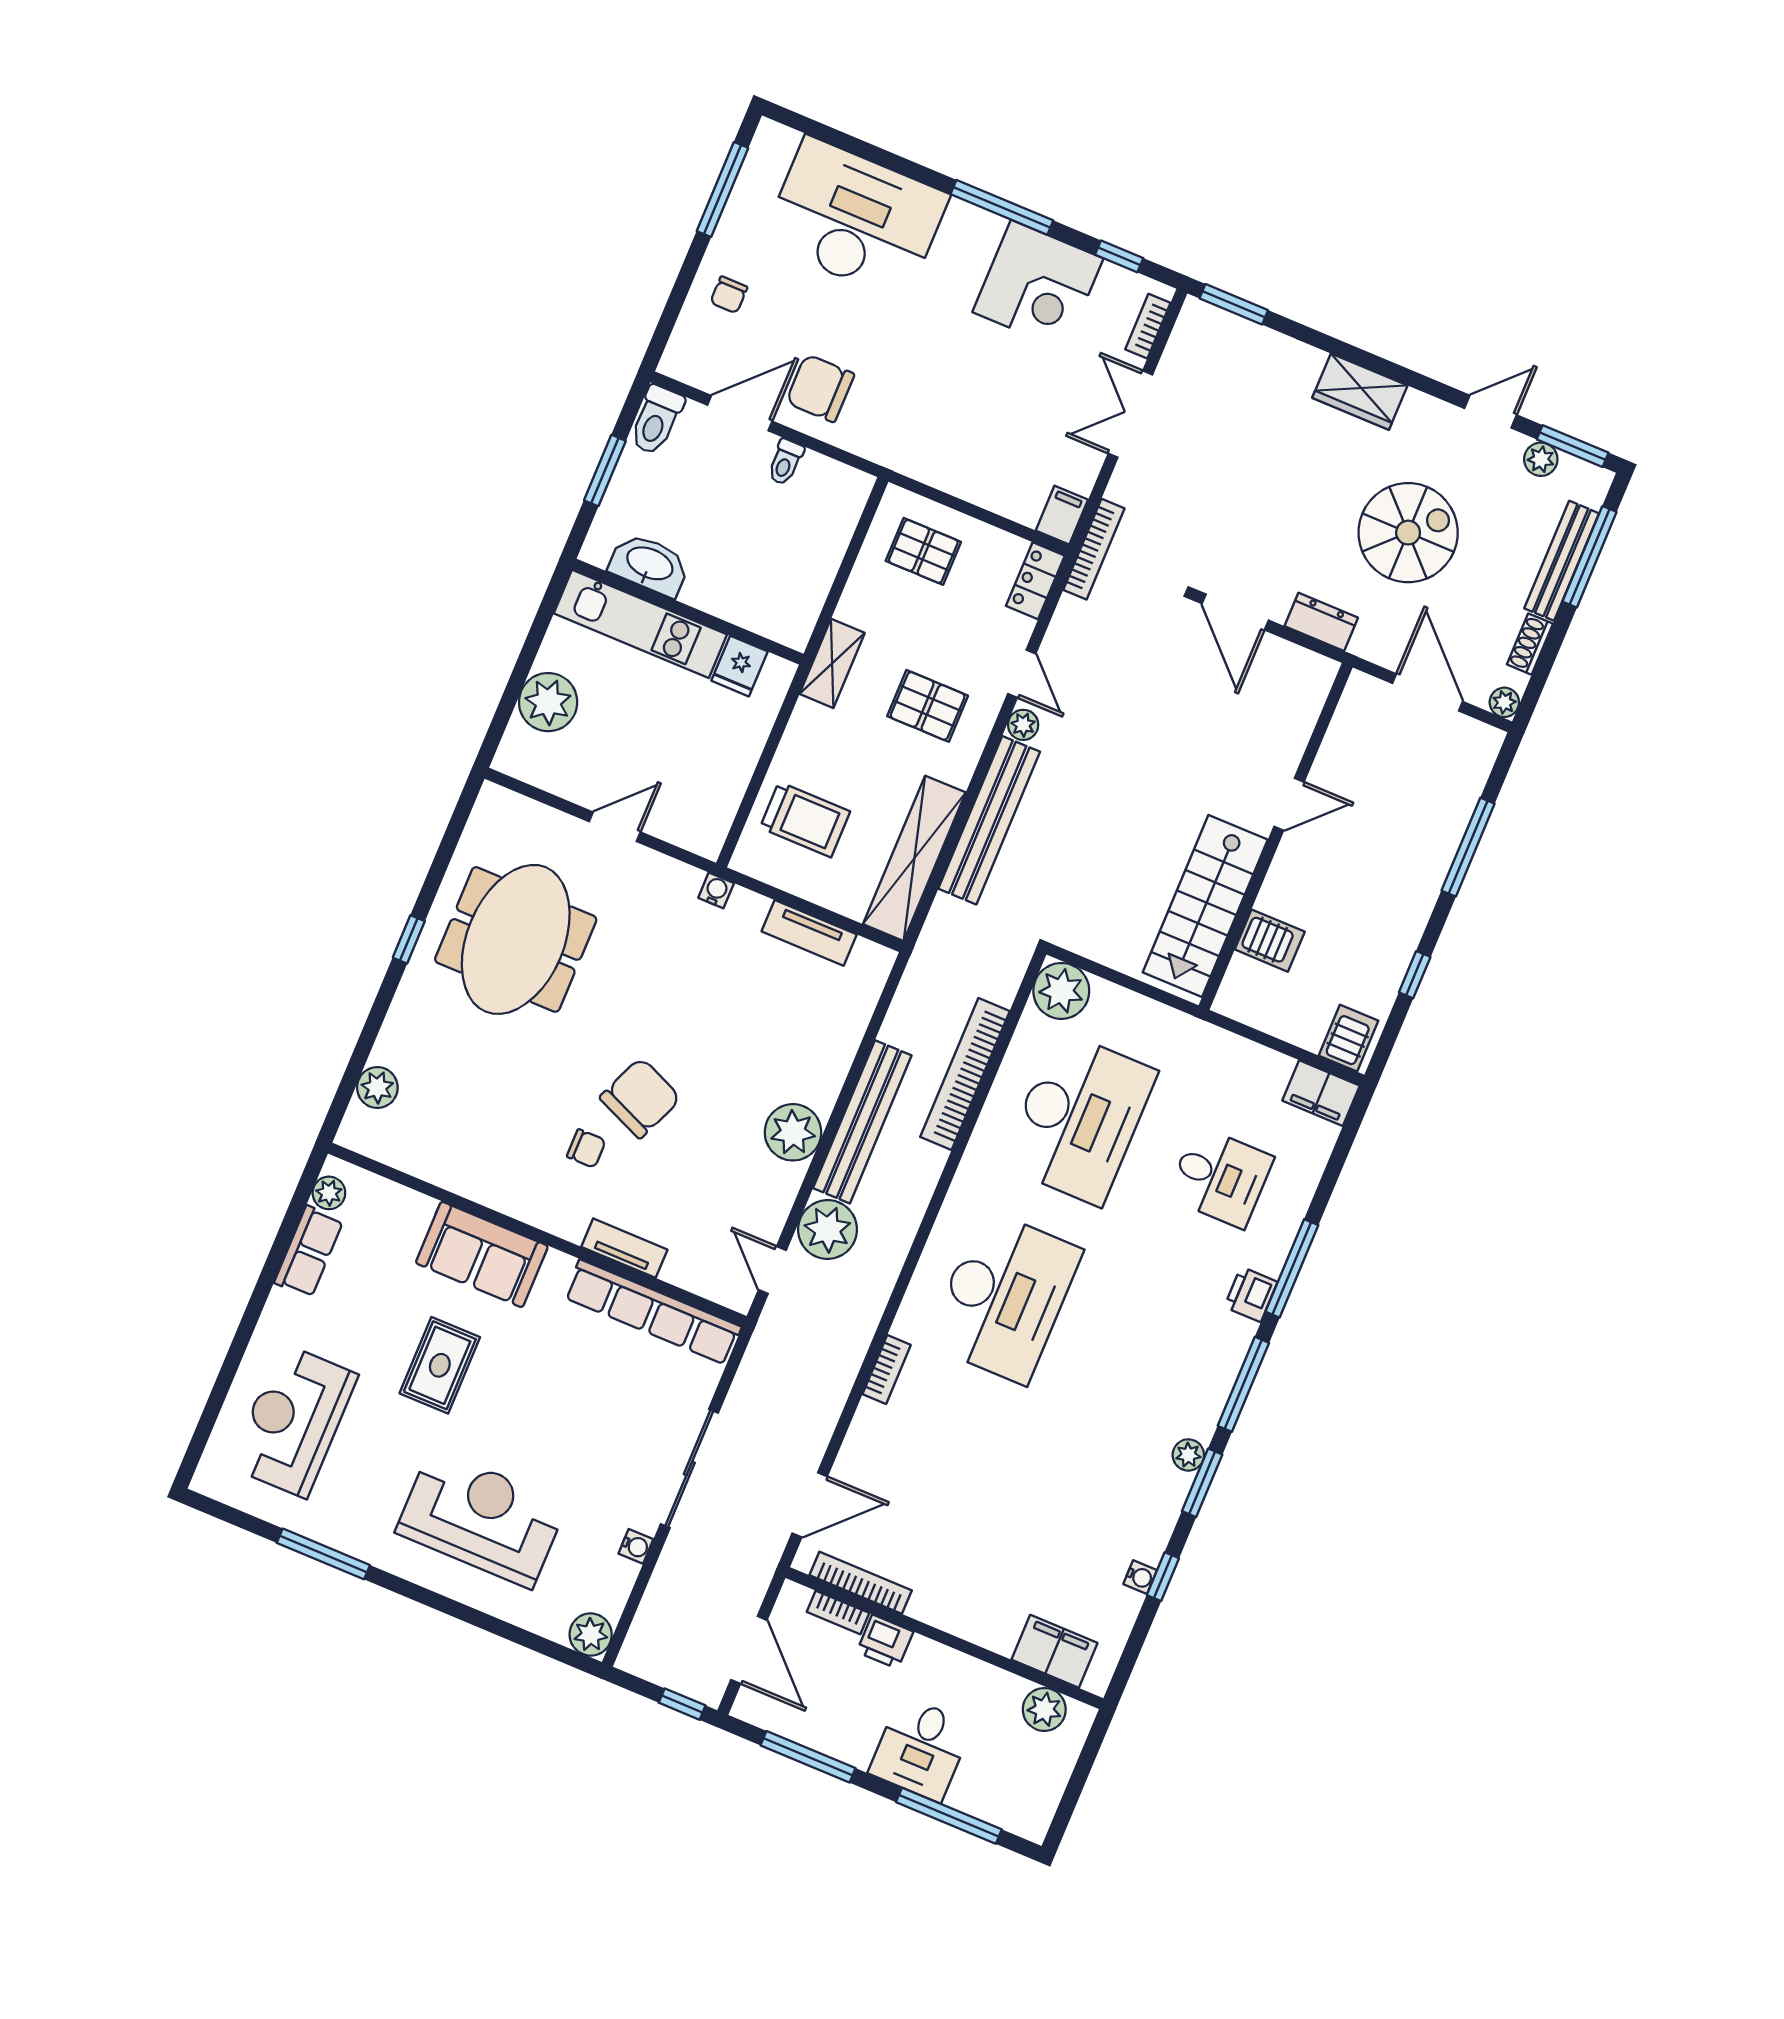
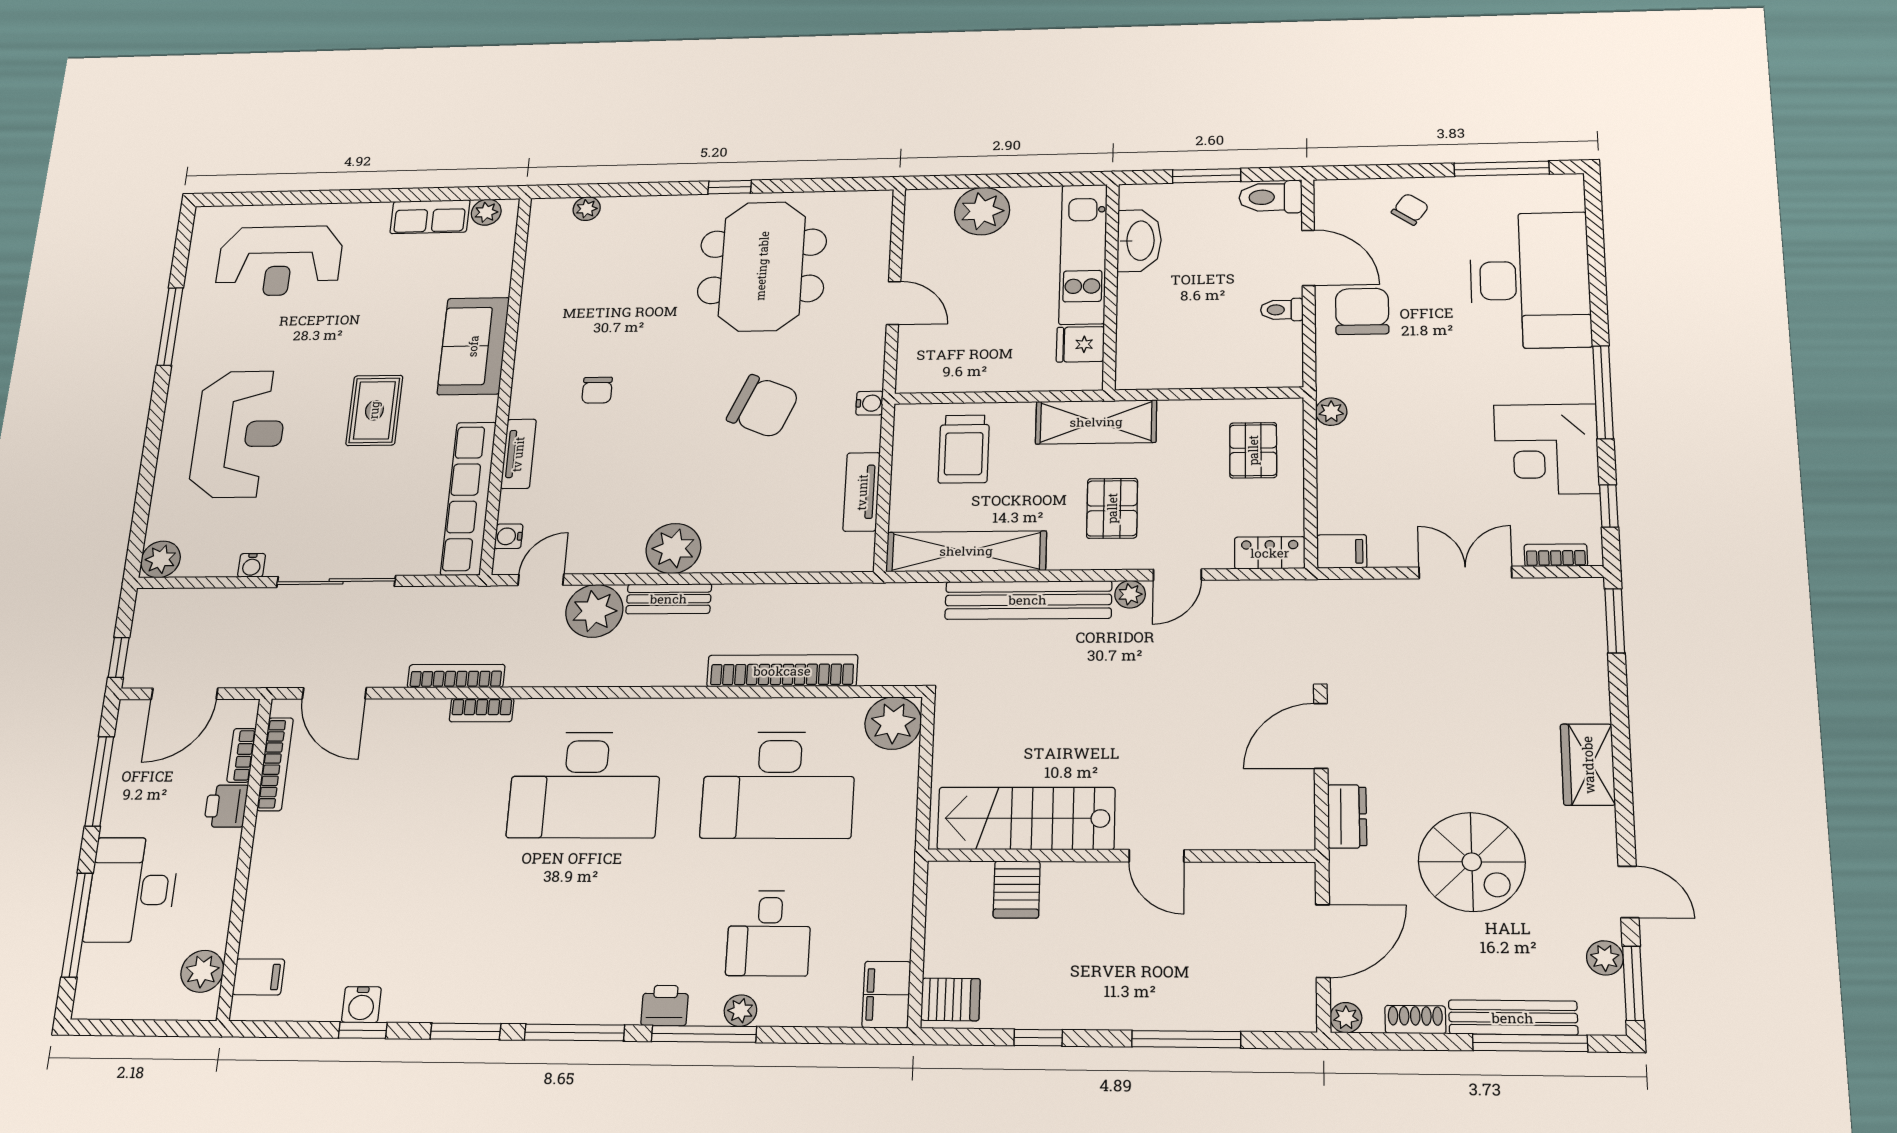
chair: (729, 295) -> (1410, 209), turned 125
plant: (914, 463) -> (1331, 412), added
bookcase: (1094, 549) -> (456, 676), moved, turned 180
shelving: (832, 663) -> (1096, 422), width x1.50, depth x1.33
meeting table: (516, 939) -> (762, 266), turned 90
plant: (377, 1088) -> (587, 209), width x0.73, depth x0.73
chair: (640, 1098) -> (763, 406), moved
bench: (862, 1122) -> (669, 599), width x0.54, depth x0.82
water cooler: (712, 1286) -> (509, 536), added
rug: (440, 1365) -> (374, 410), moved, turned 90
reception desk: (294, 1421) -> (279, 261), turned 180
plant: (1188, 1455) -> (740, 1011), moved
water cooler: (1140, 1577) -> (361, 1005), width x1.38, depth x1.38
filing cabinet: (1054, 1651) -> (258, 977), width x0.50
desk: (921, 1749) -> (132, 890), width x1.37

